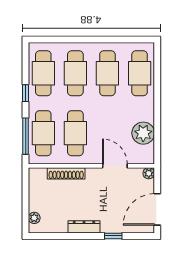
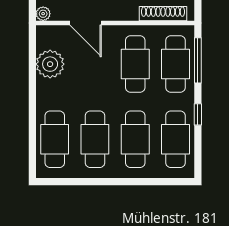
shoe rack: (66, 173) -> (163, 14), moved

